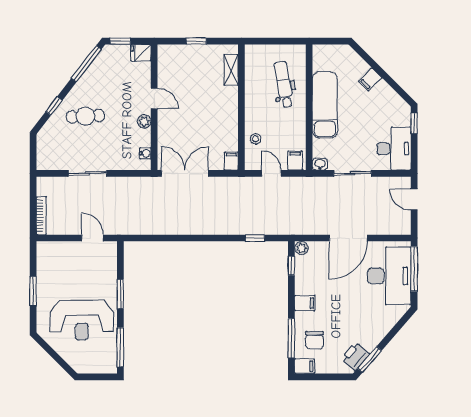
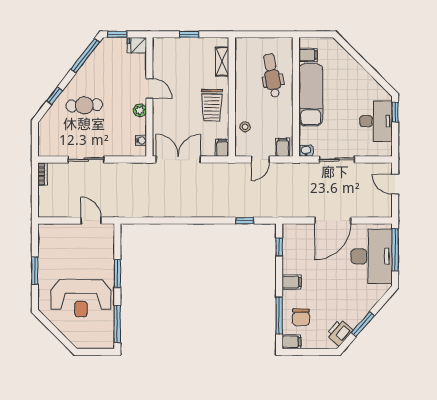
filing cabinet: (370, 79) -> (308, 55), moved, turned -135
trolley: (220, 116) -> (212, 105), added
desk: (394, 149) -> (376, 121), moved
door: (271, 173) -> (260, 159), swing flipped
bookcase: (41, 216) -> (43, 174), moved, width x0.64
plant: (301, 248) -> (289, 230), removed
window: (370, 359) -> (363, 324), moved

